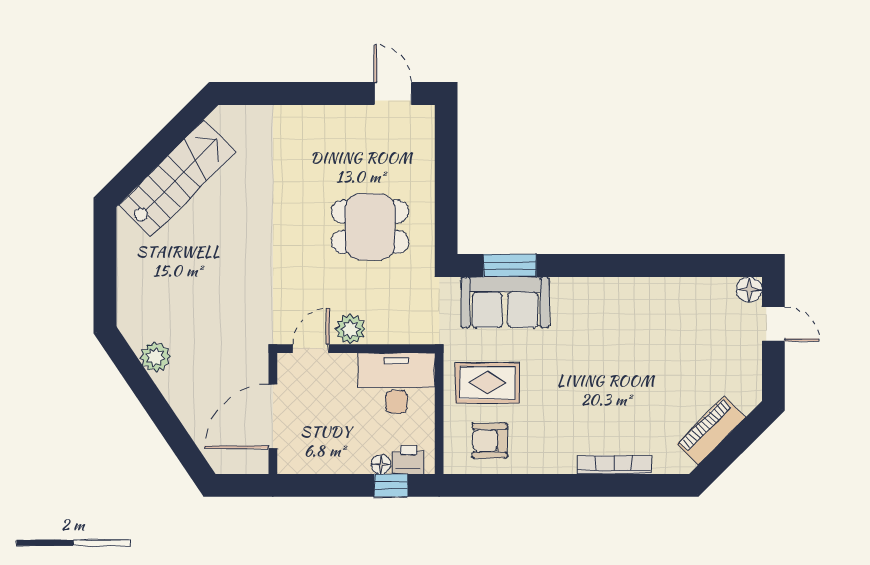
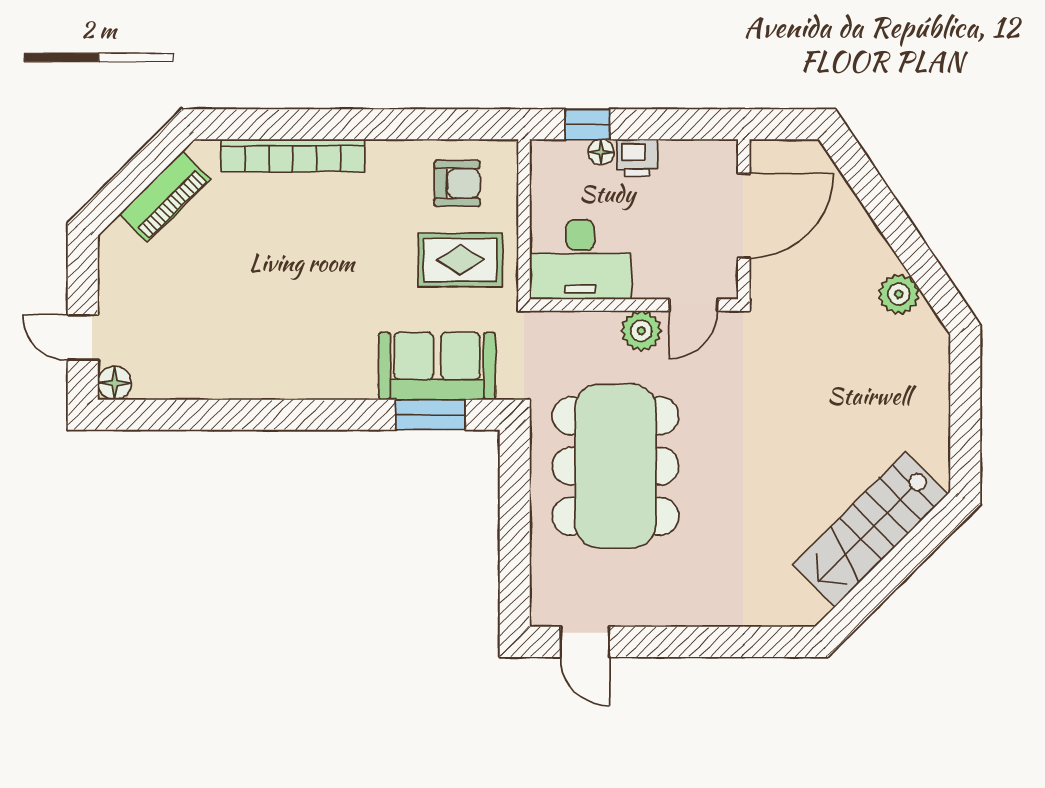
dining table: (370, 227) -> (616, 466), width x1.88, depth x1.24
printer: (408, 460) -> (637, 158), moved
bookcase: (614, 465) -> (293, 156), width x1.48, depth x1.31

